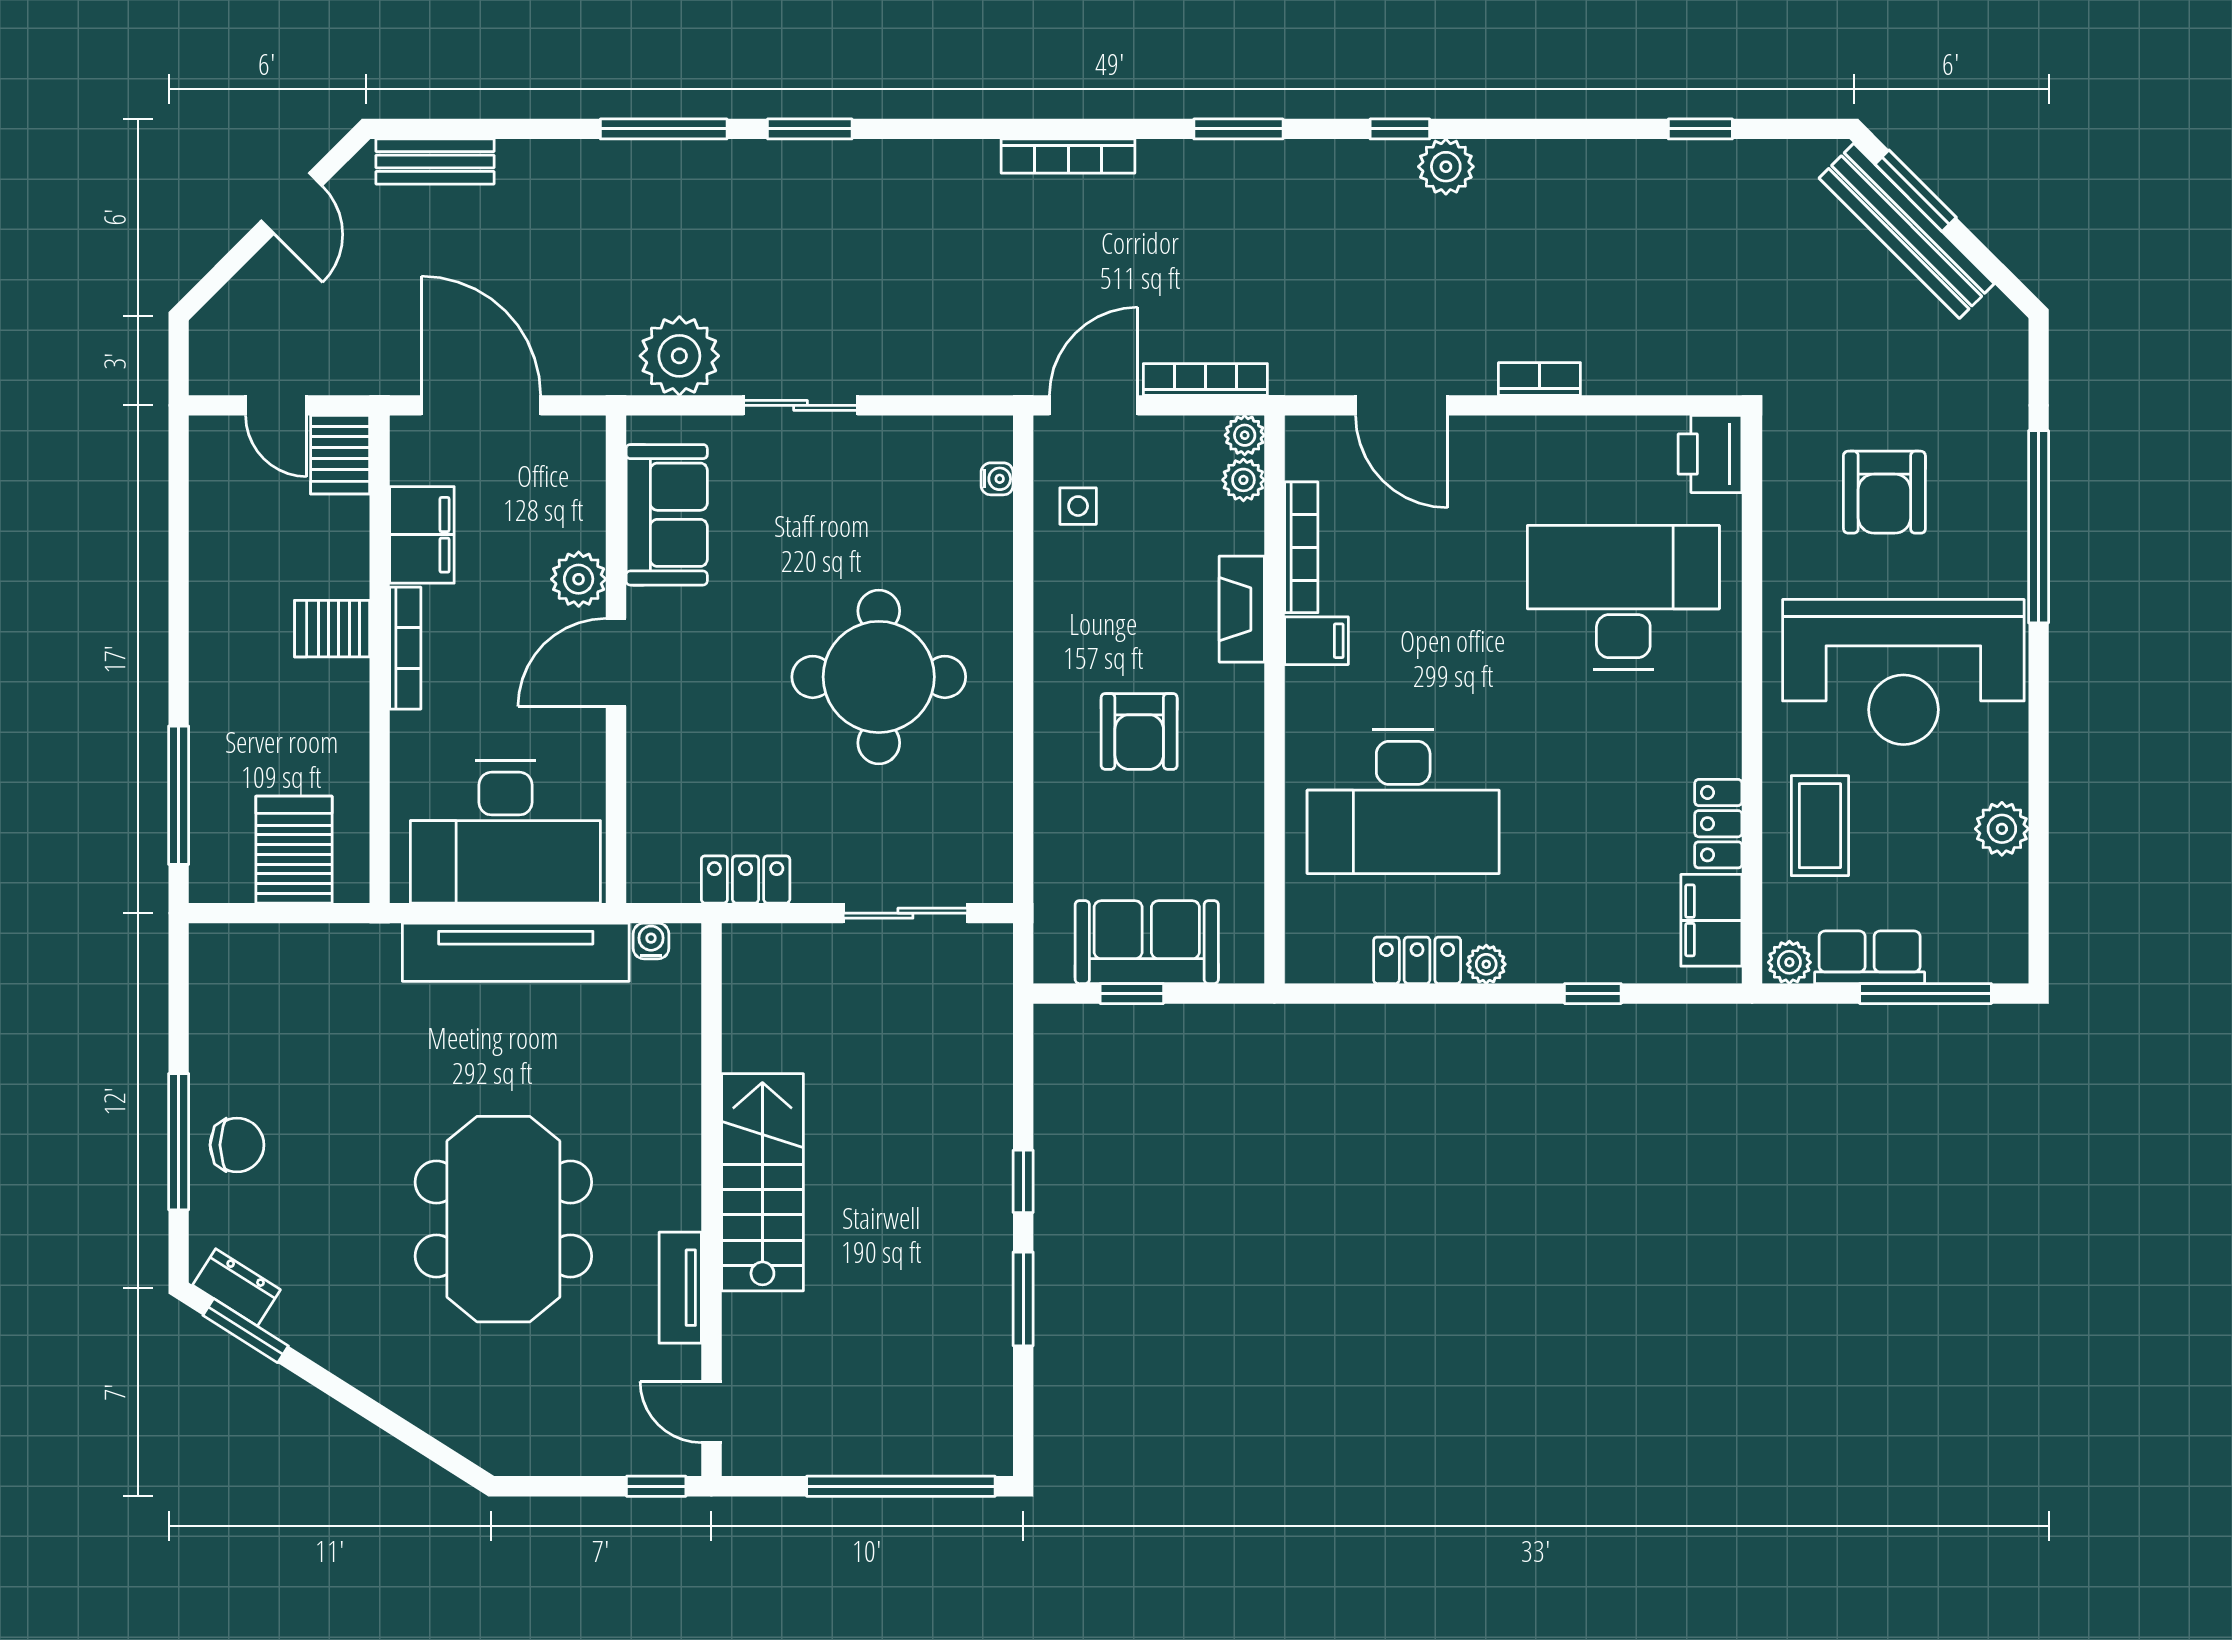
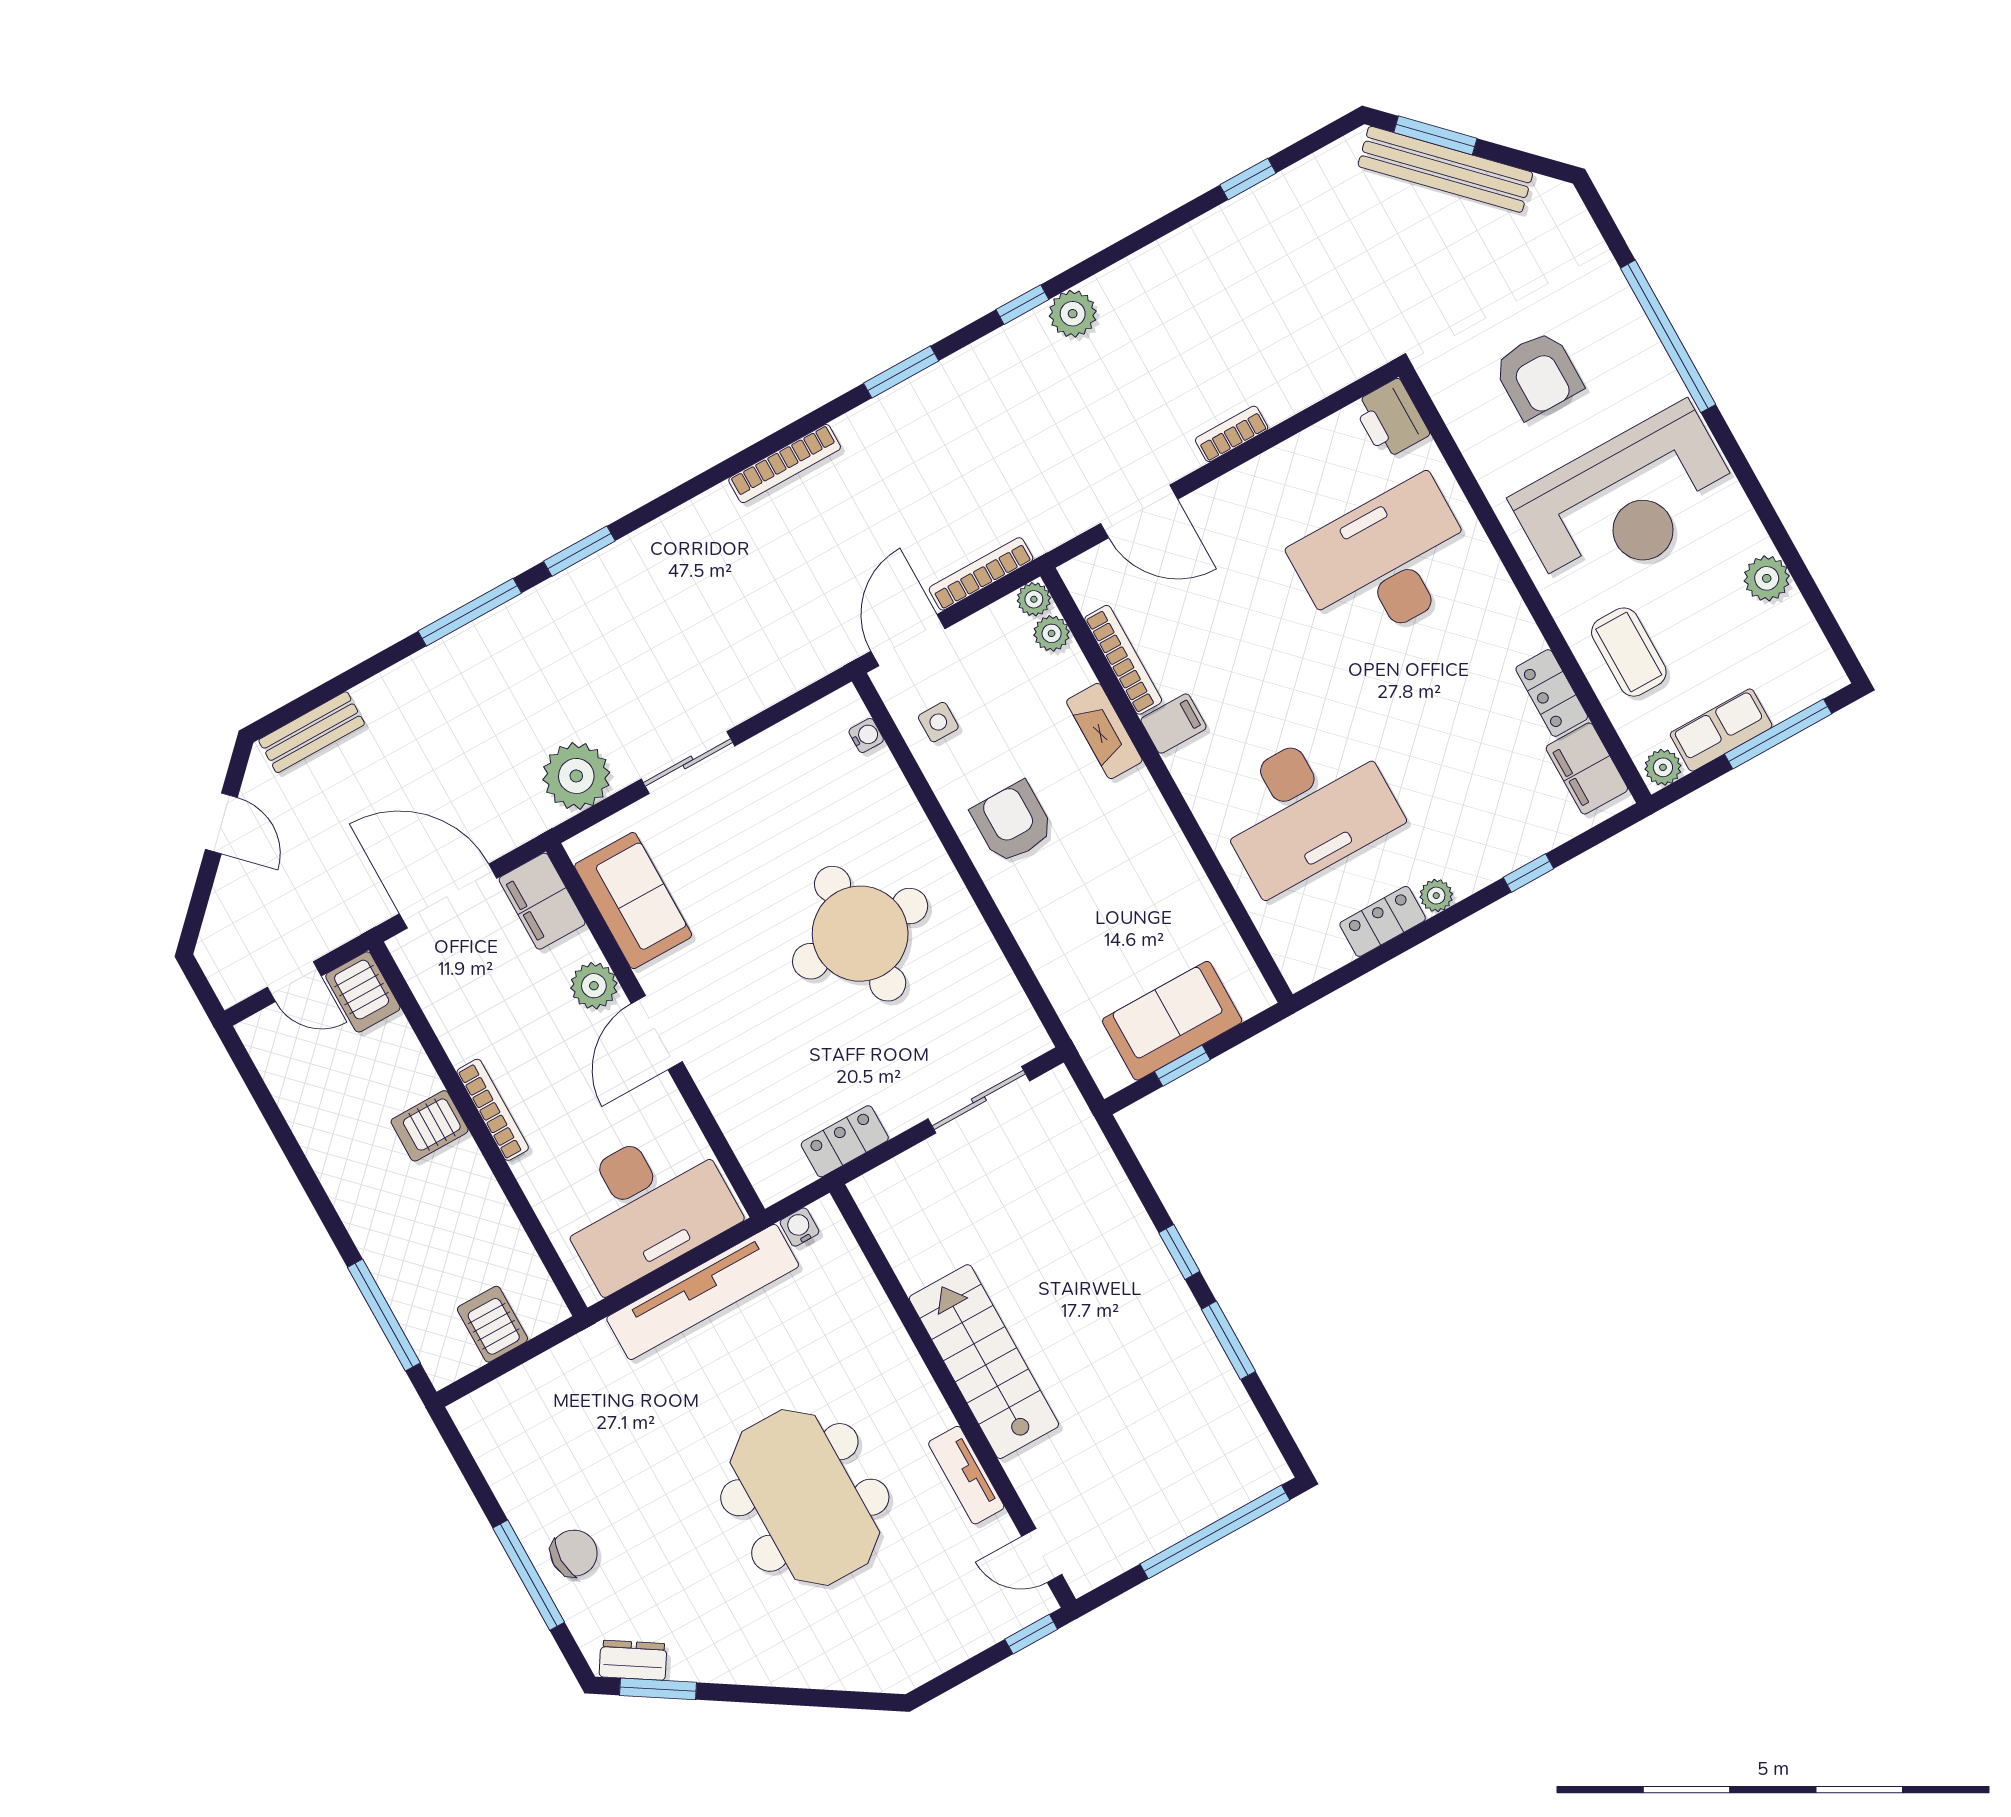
filing cabinet: (422, 535) -> (542, 901), moved, turned 180
armchair: (1139, 731) -> (1012, 822), moved, turned 180
server rack: (294, 850) -> (492, 1324), width x0.73, depth x0.70

